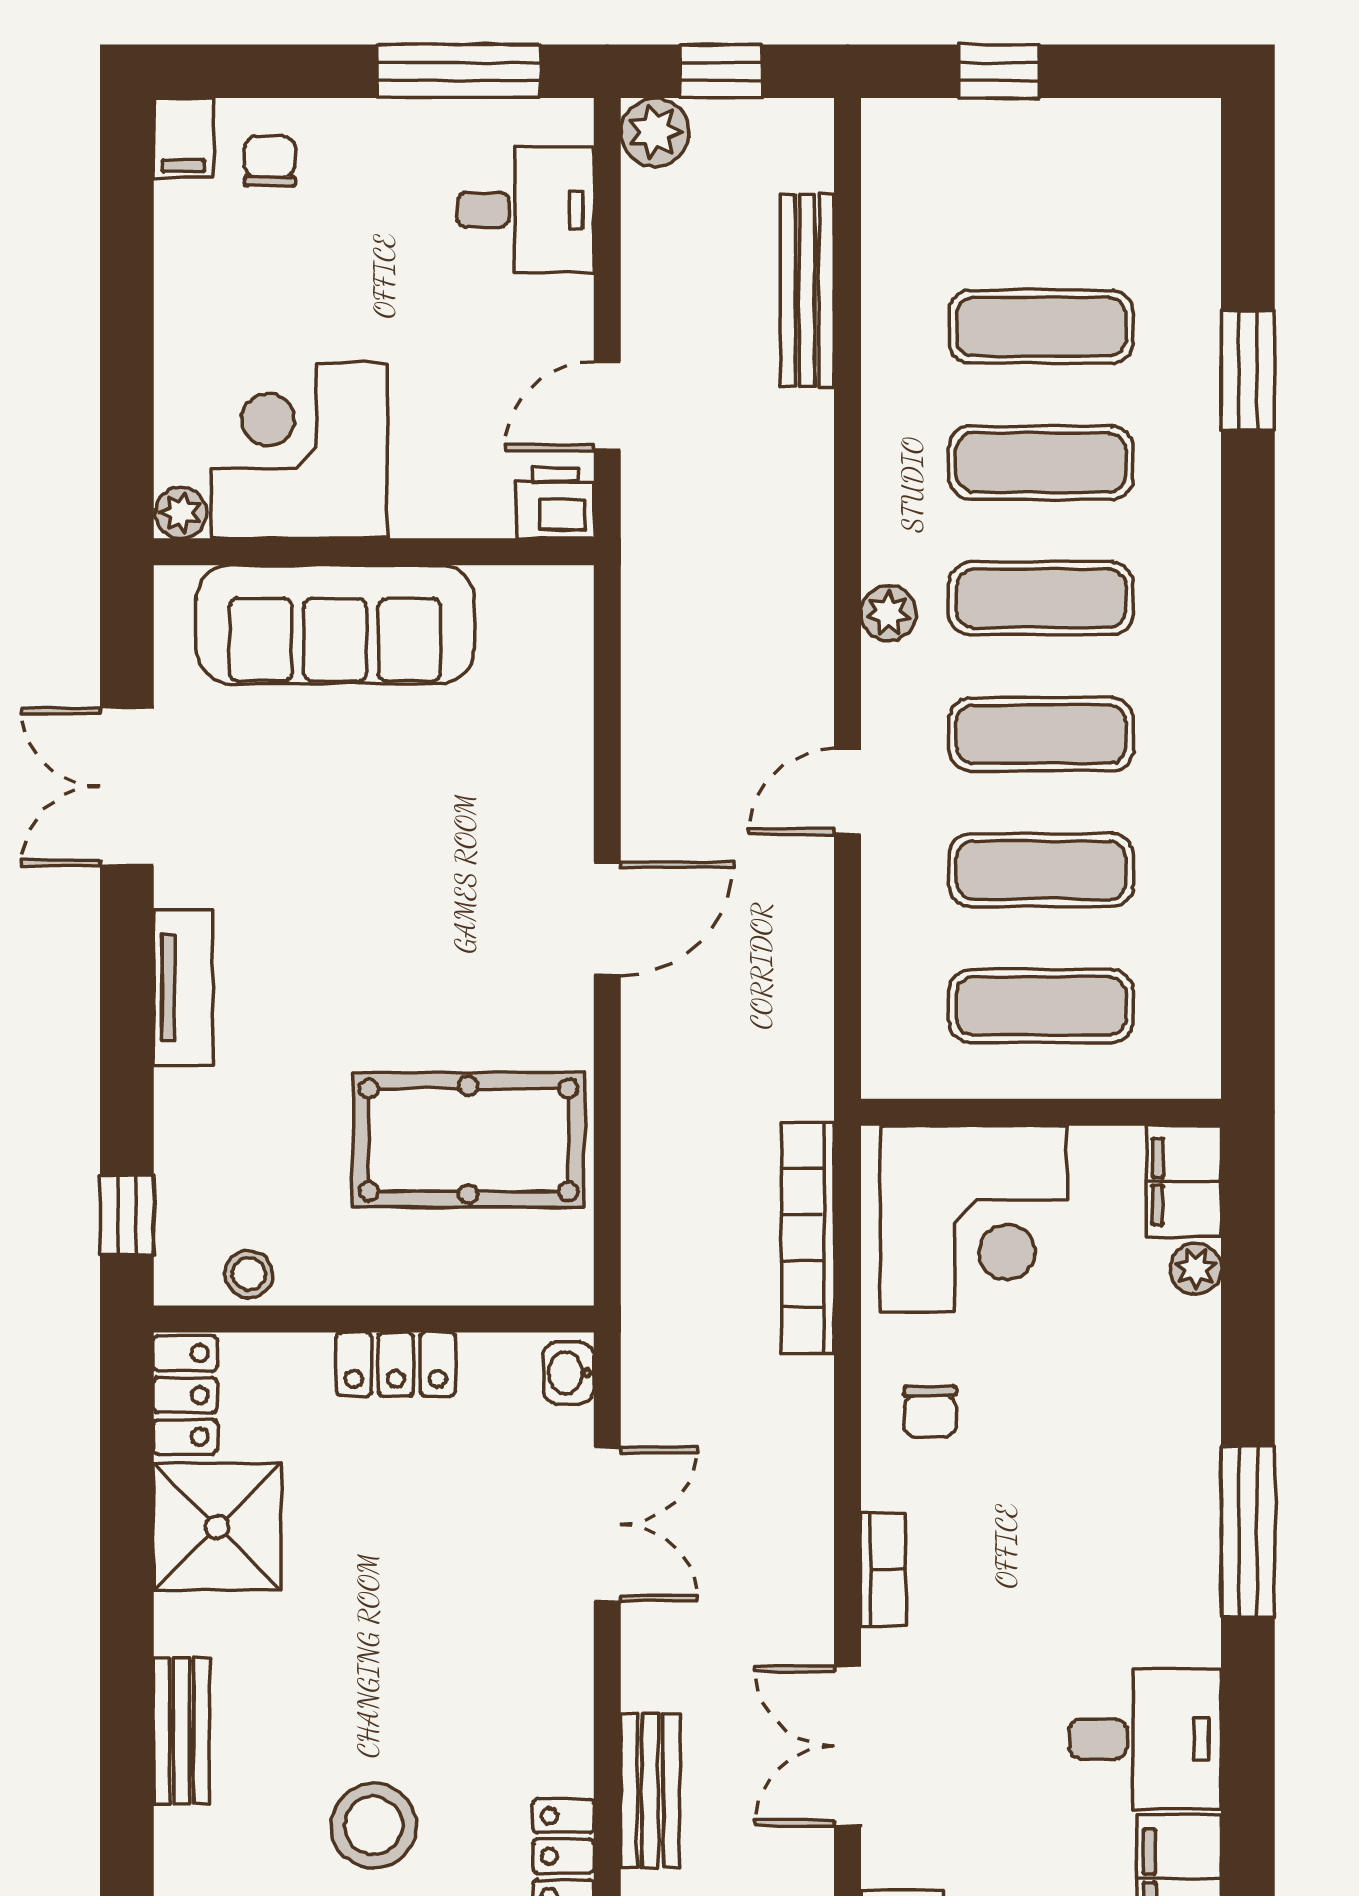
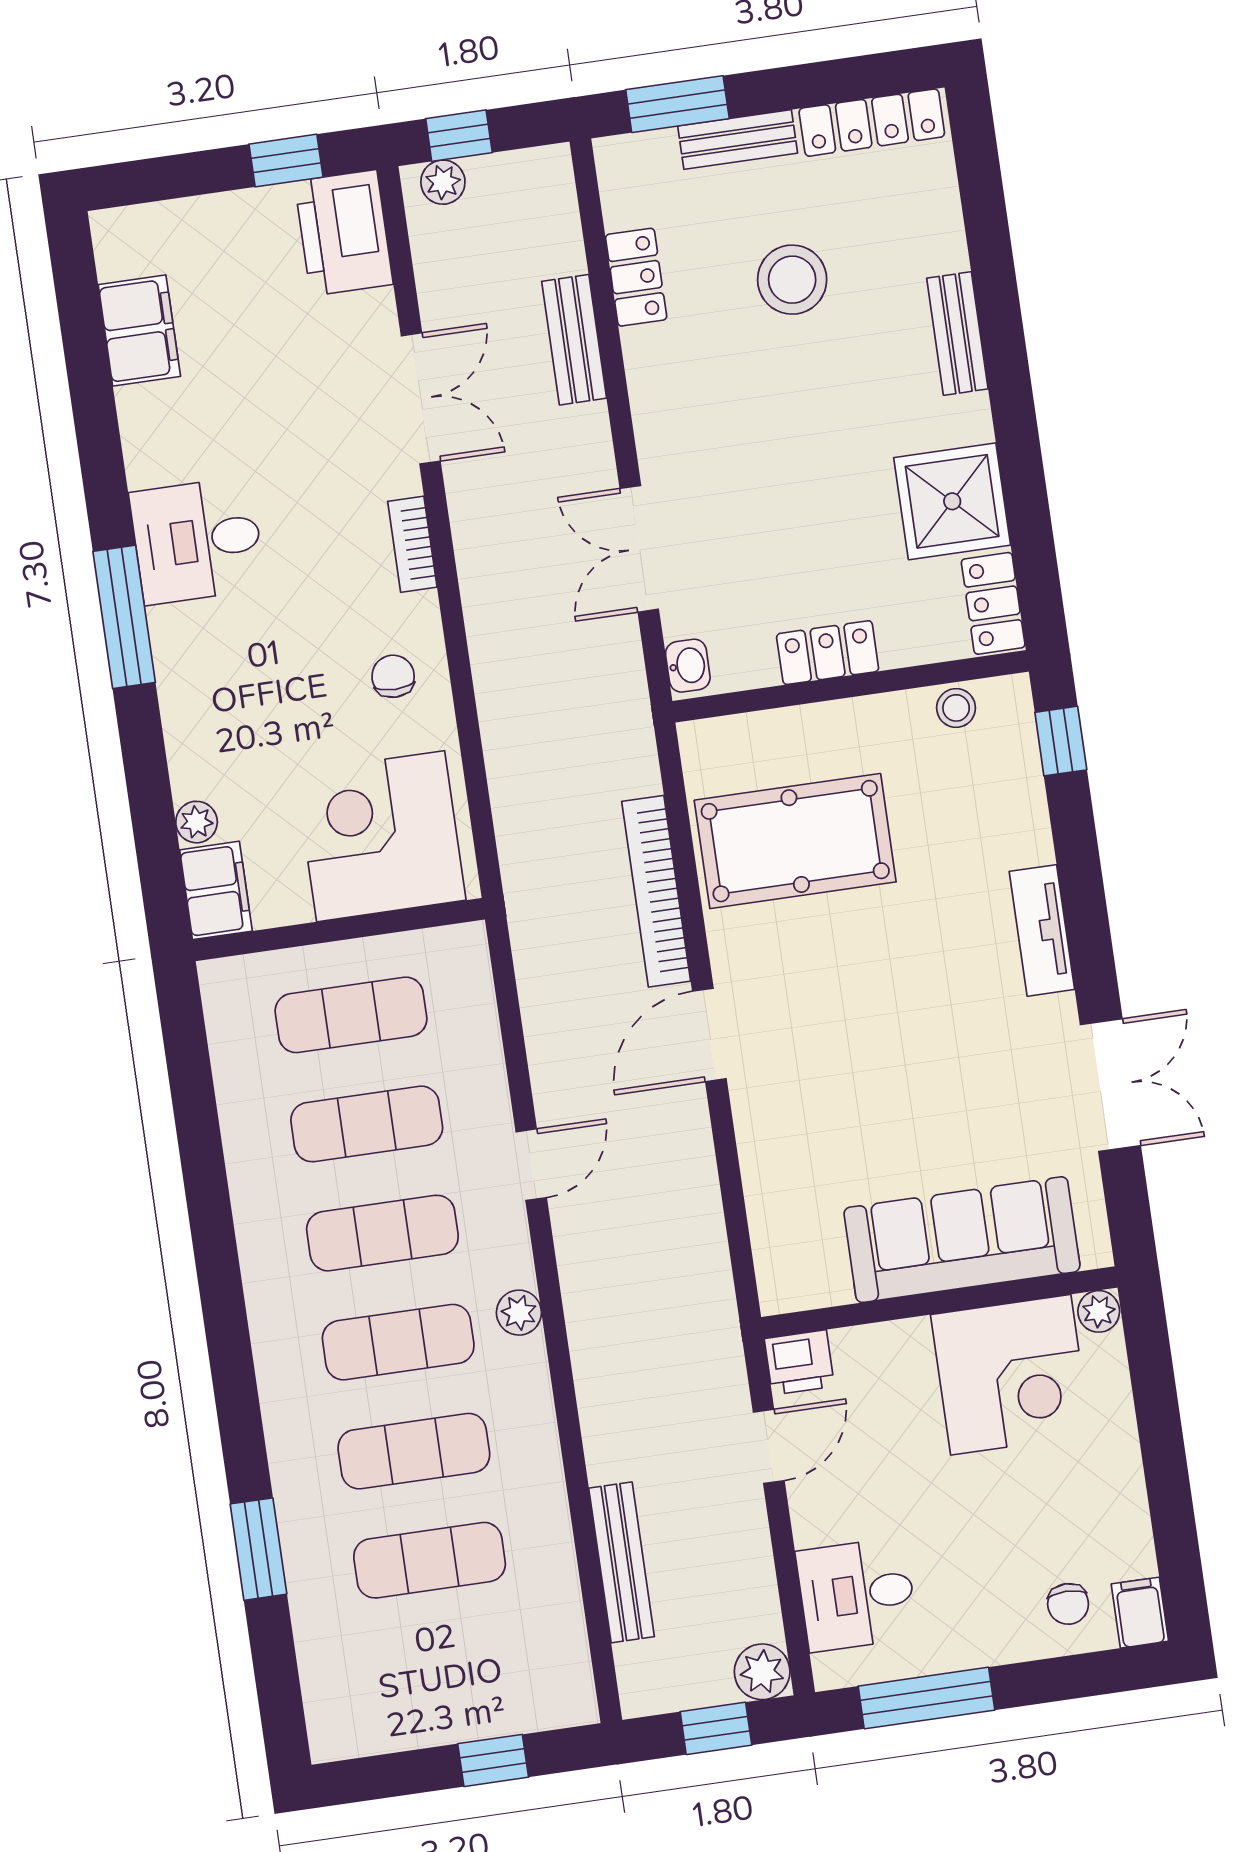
bookcase: (808, 1238) -> (656, 891), moved, turned 180
desk: (1145, 1739) -> (197, 541), moved

